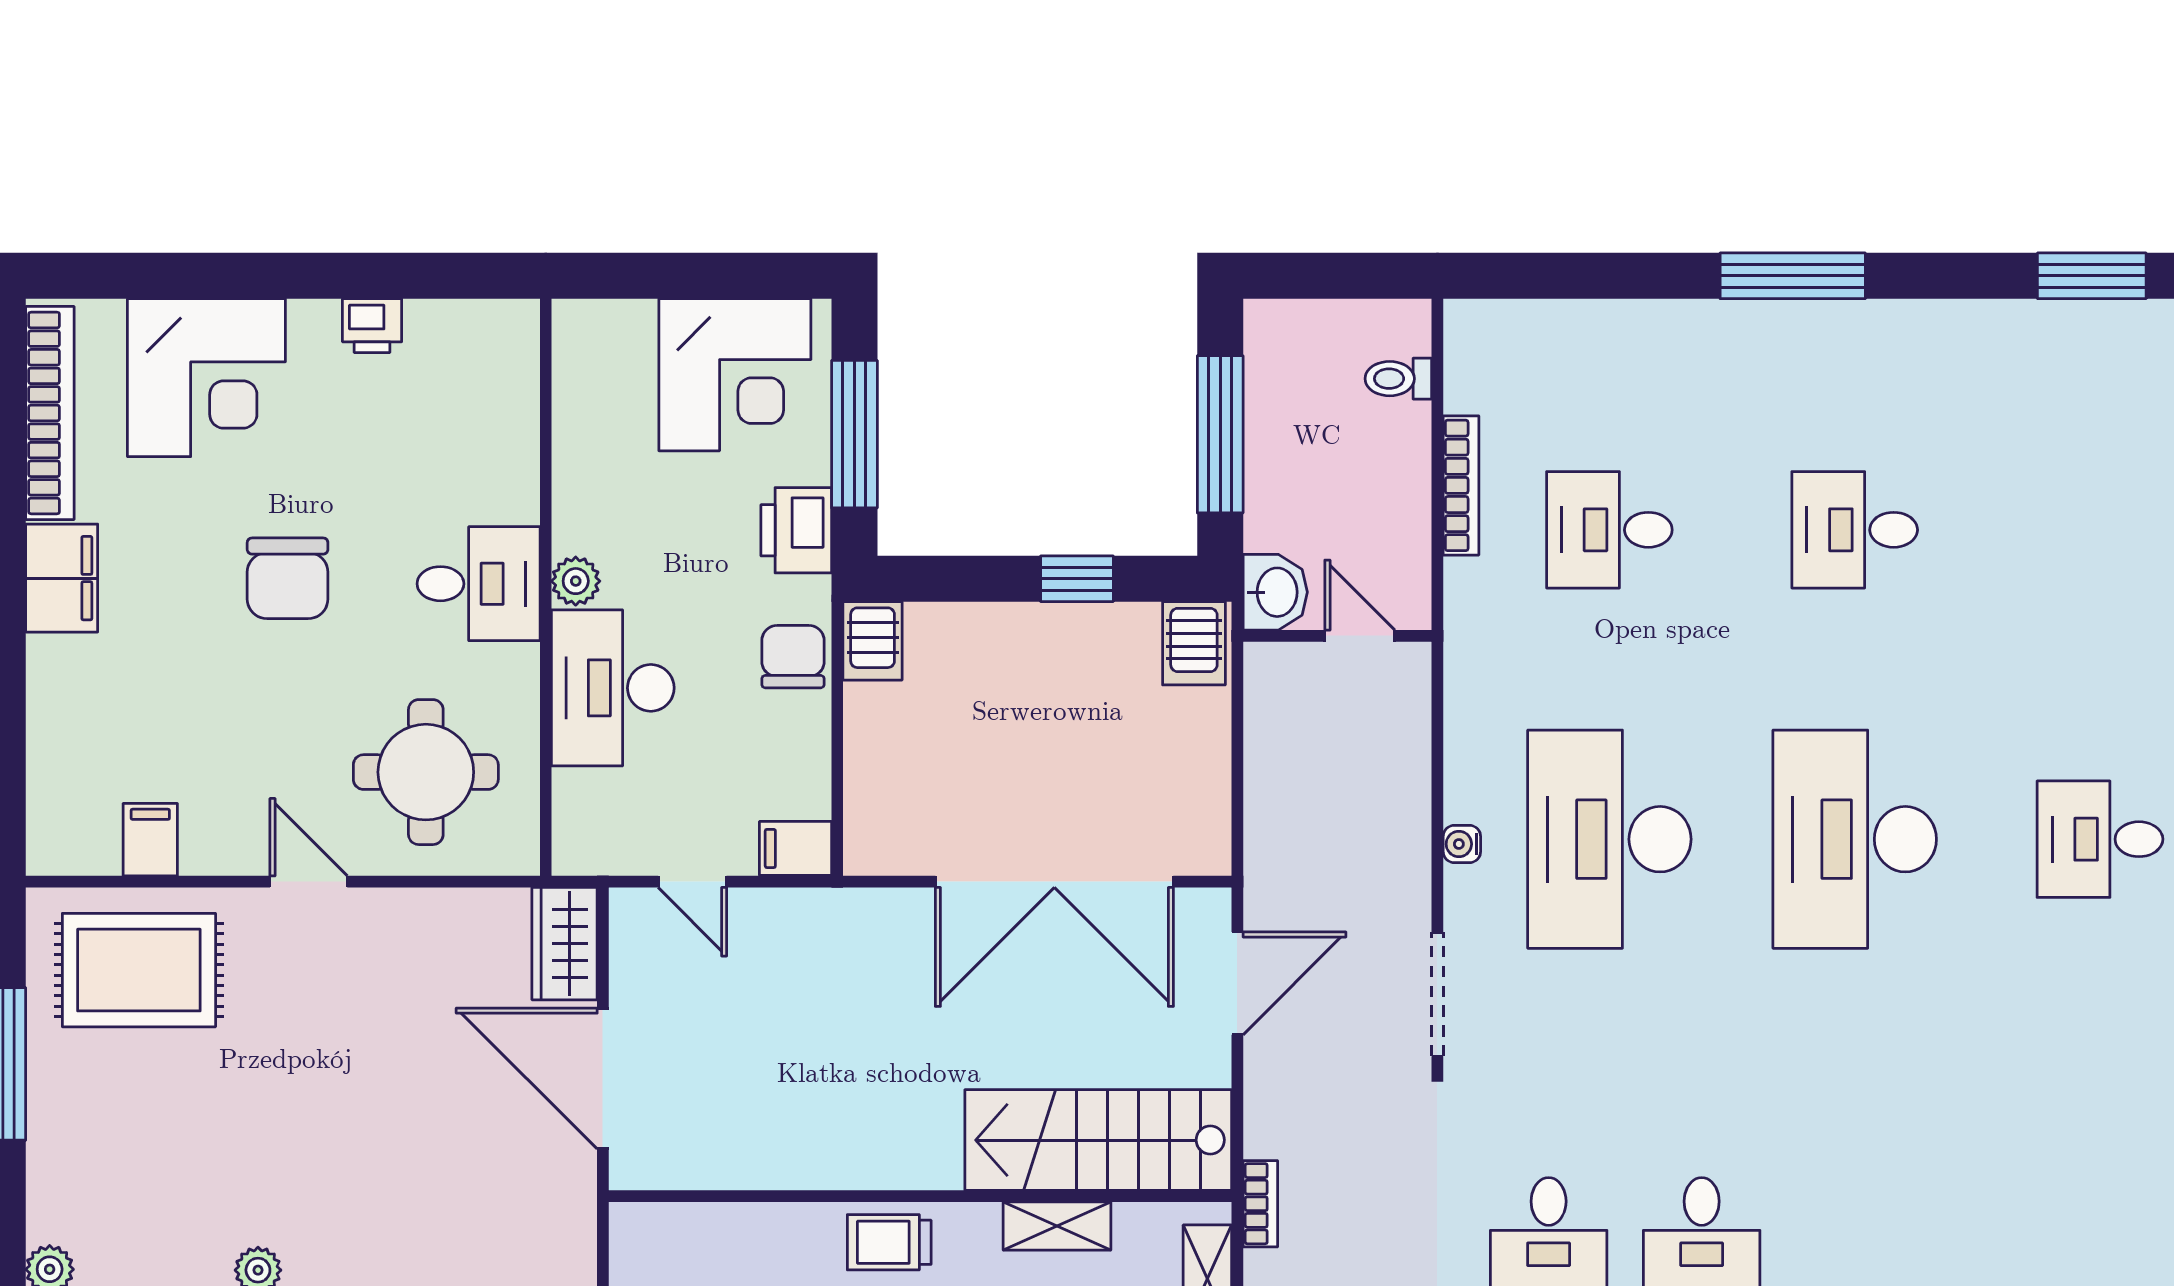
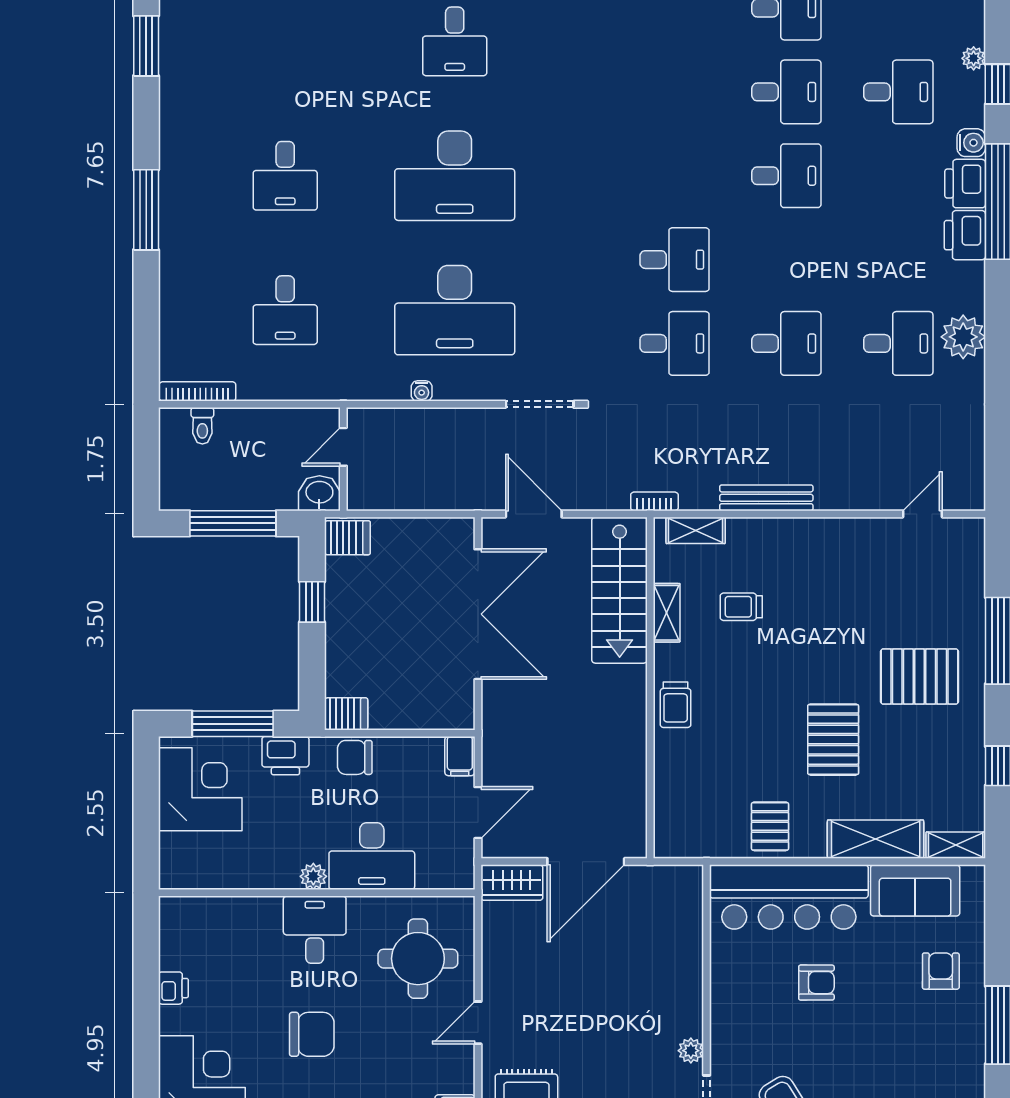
bookcase: (1461, 485) -> (197, 391), moved
water cooler: (1462, 844) -> (422, 391), moved
door: (692, 882) -> (478, 813), width x1.38

